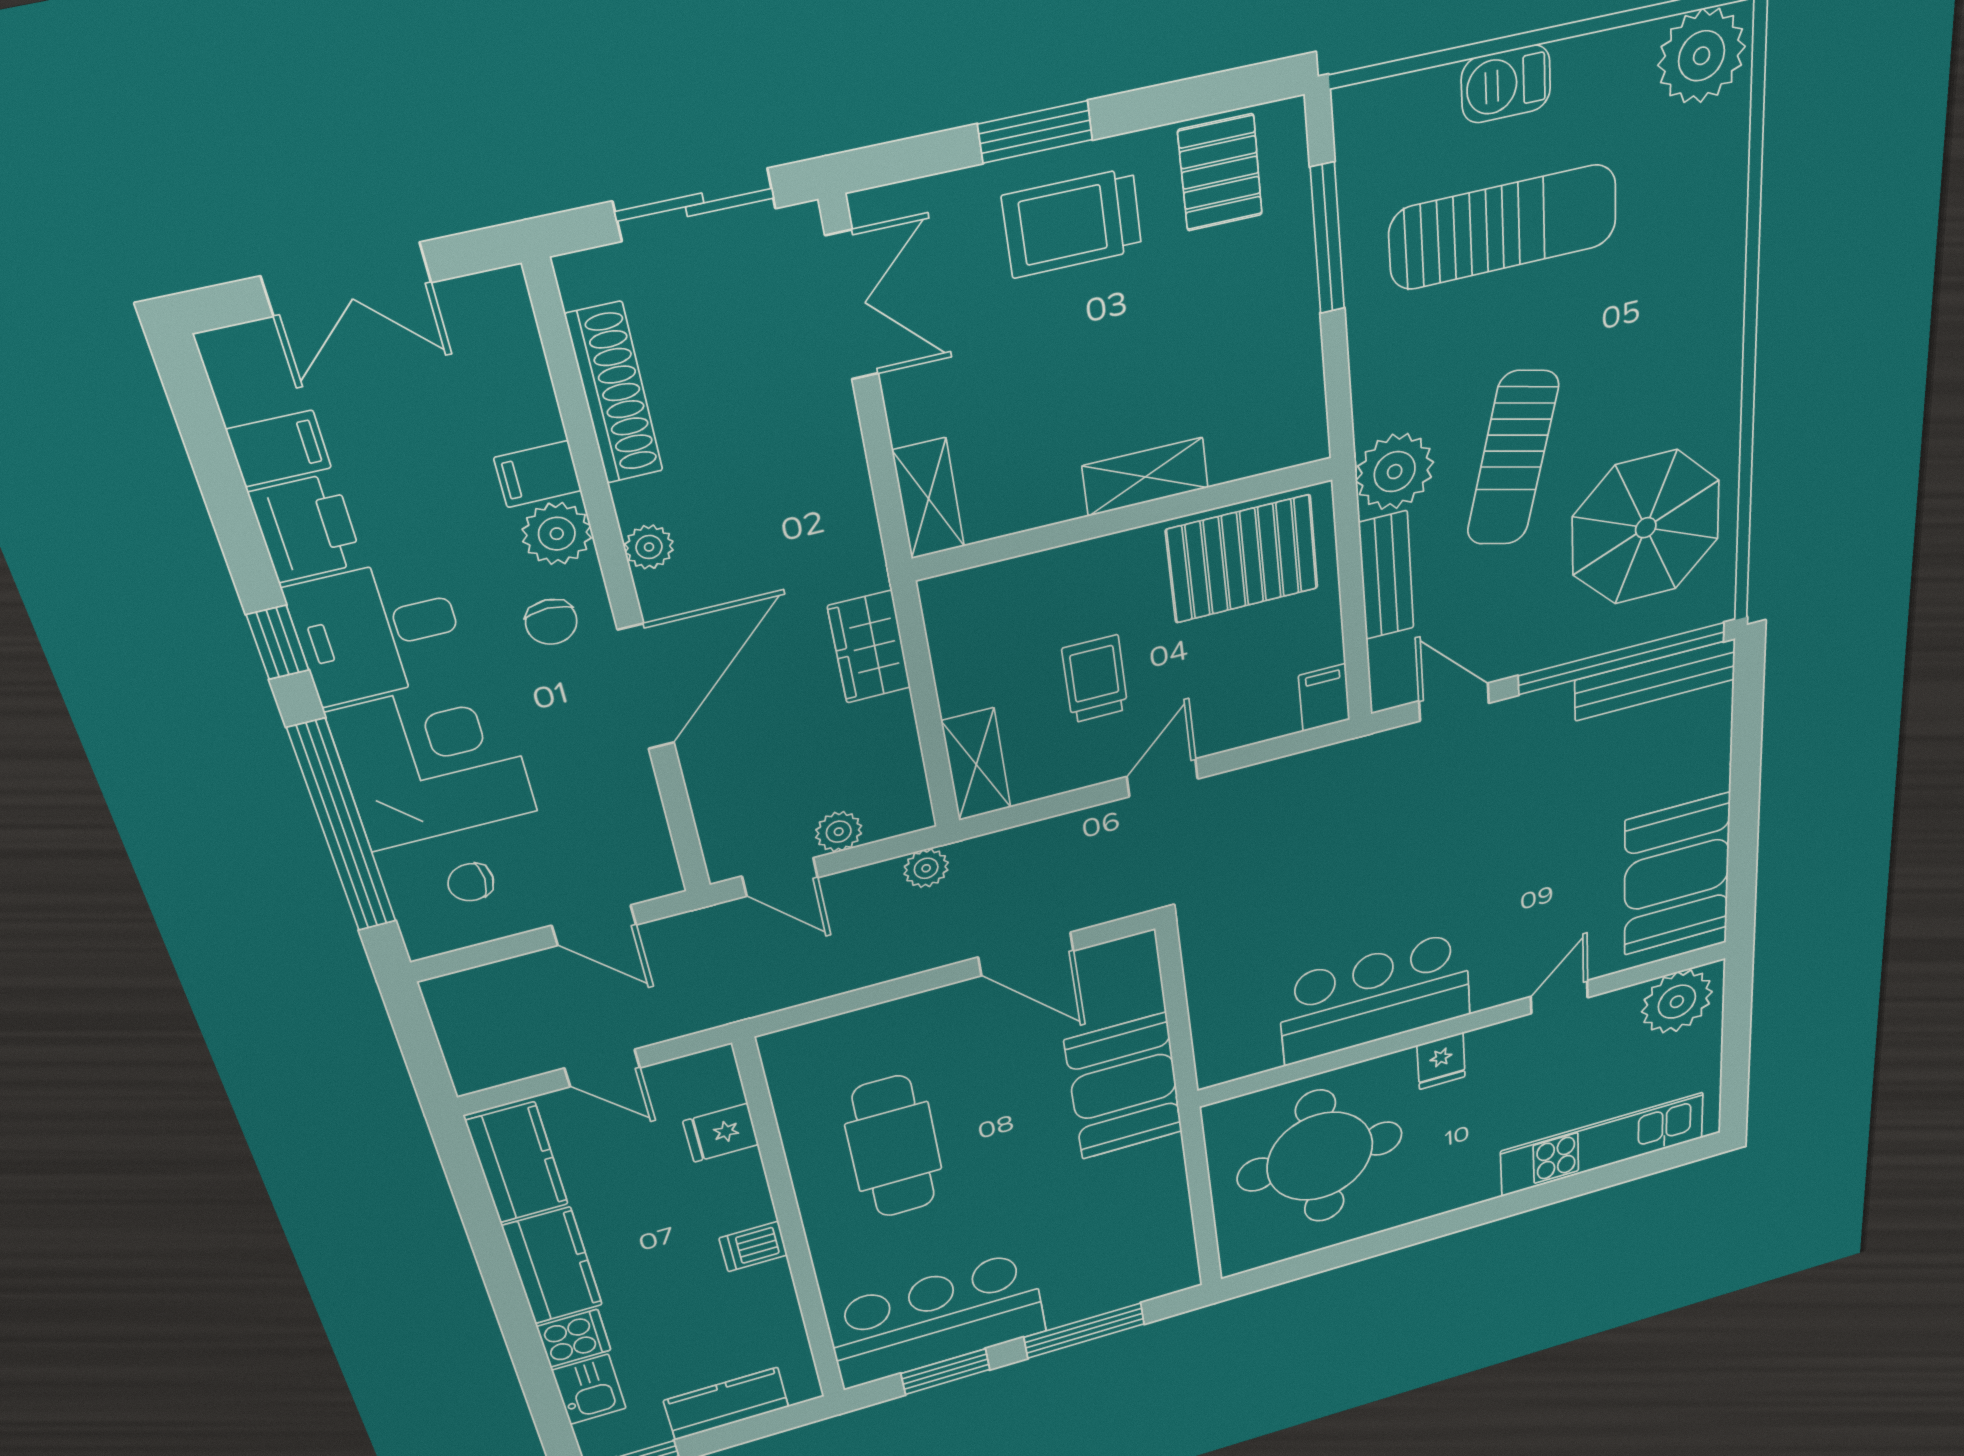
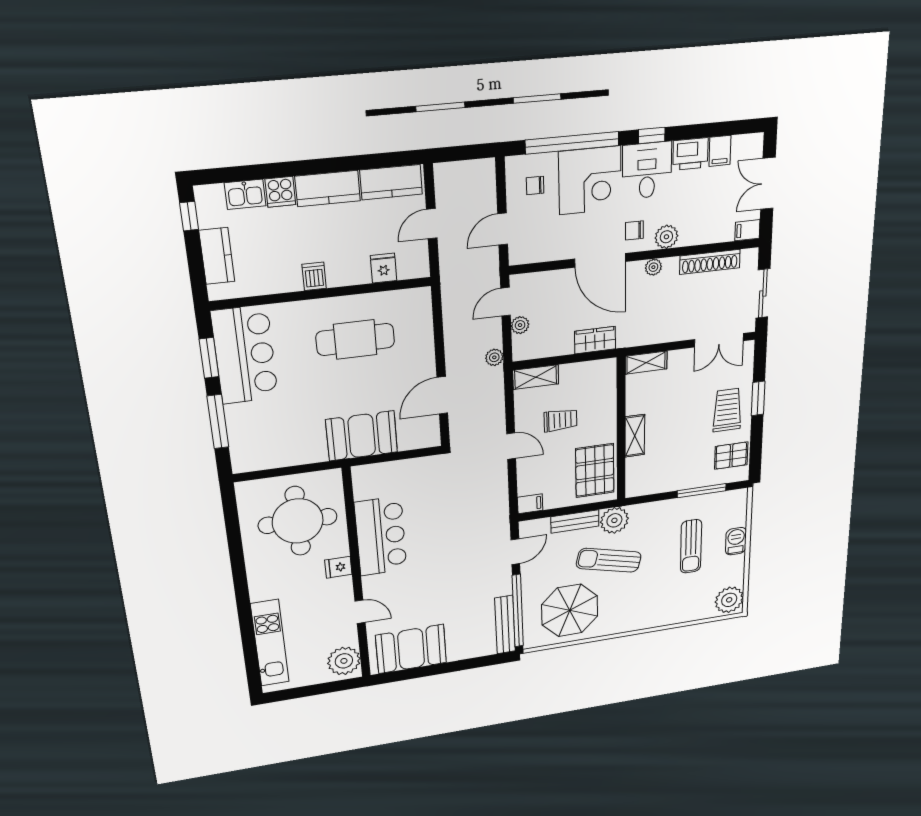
sun lounger: (1503, 227) -> (691, 546), width x0.73, depth x0.75
filing cabinet: (538, 474) -> (747, 230), moved, turned -90
chair: (471, 882) -> (535, 186), turned -90

